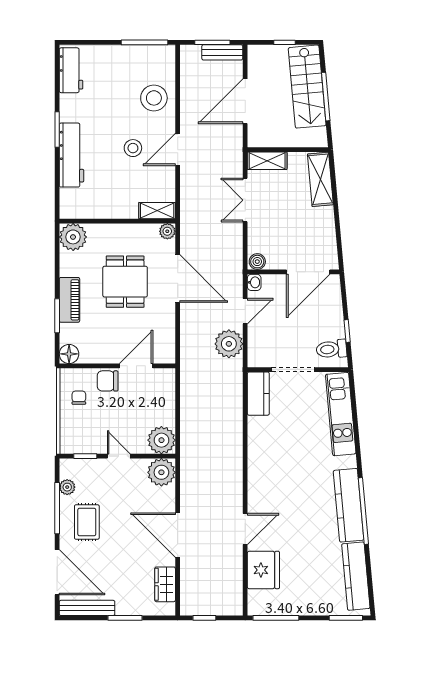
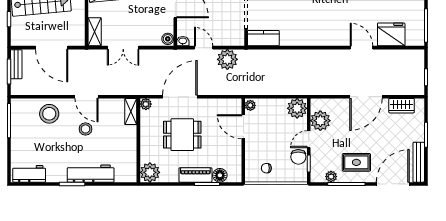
floor lamp: (69, 354) -> (220, 175), moved
plant: (166, 375) -> (250, 105), added
chair: (108, 381) -> (298, 157), moved
plant: (161, 472) -> (320, 121), moved

